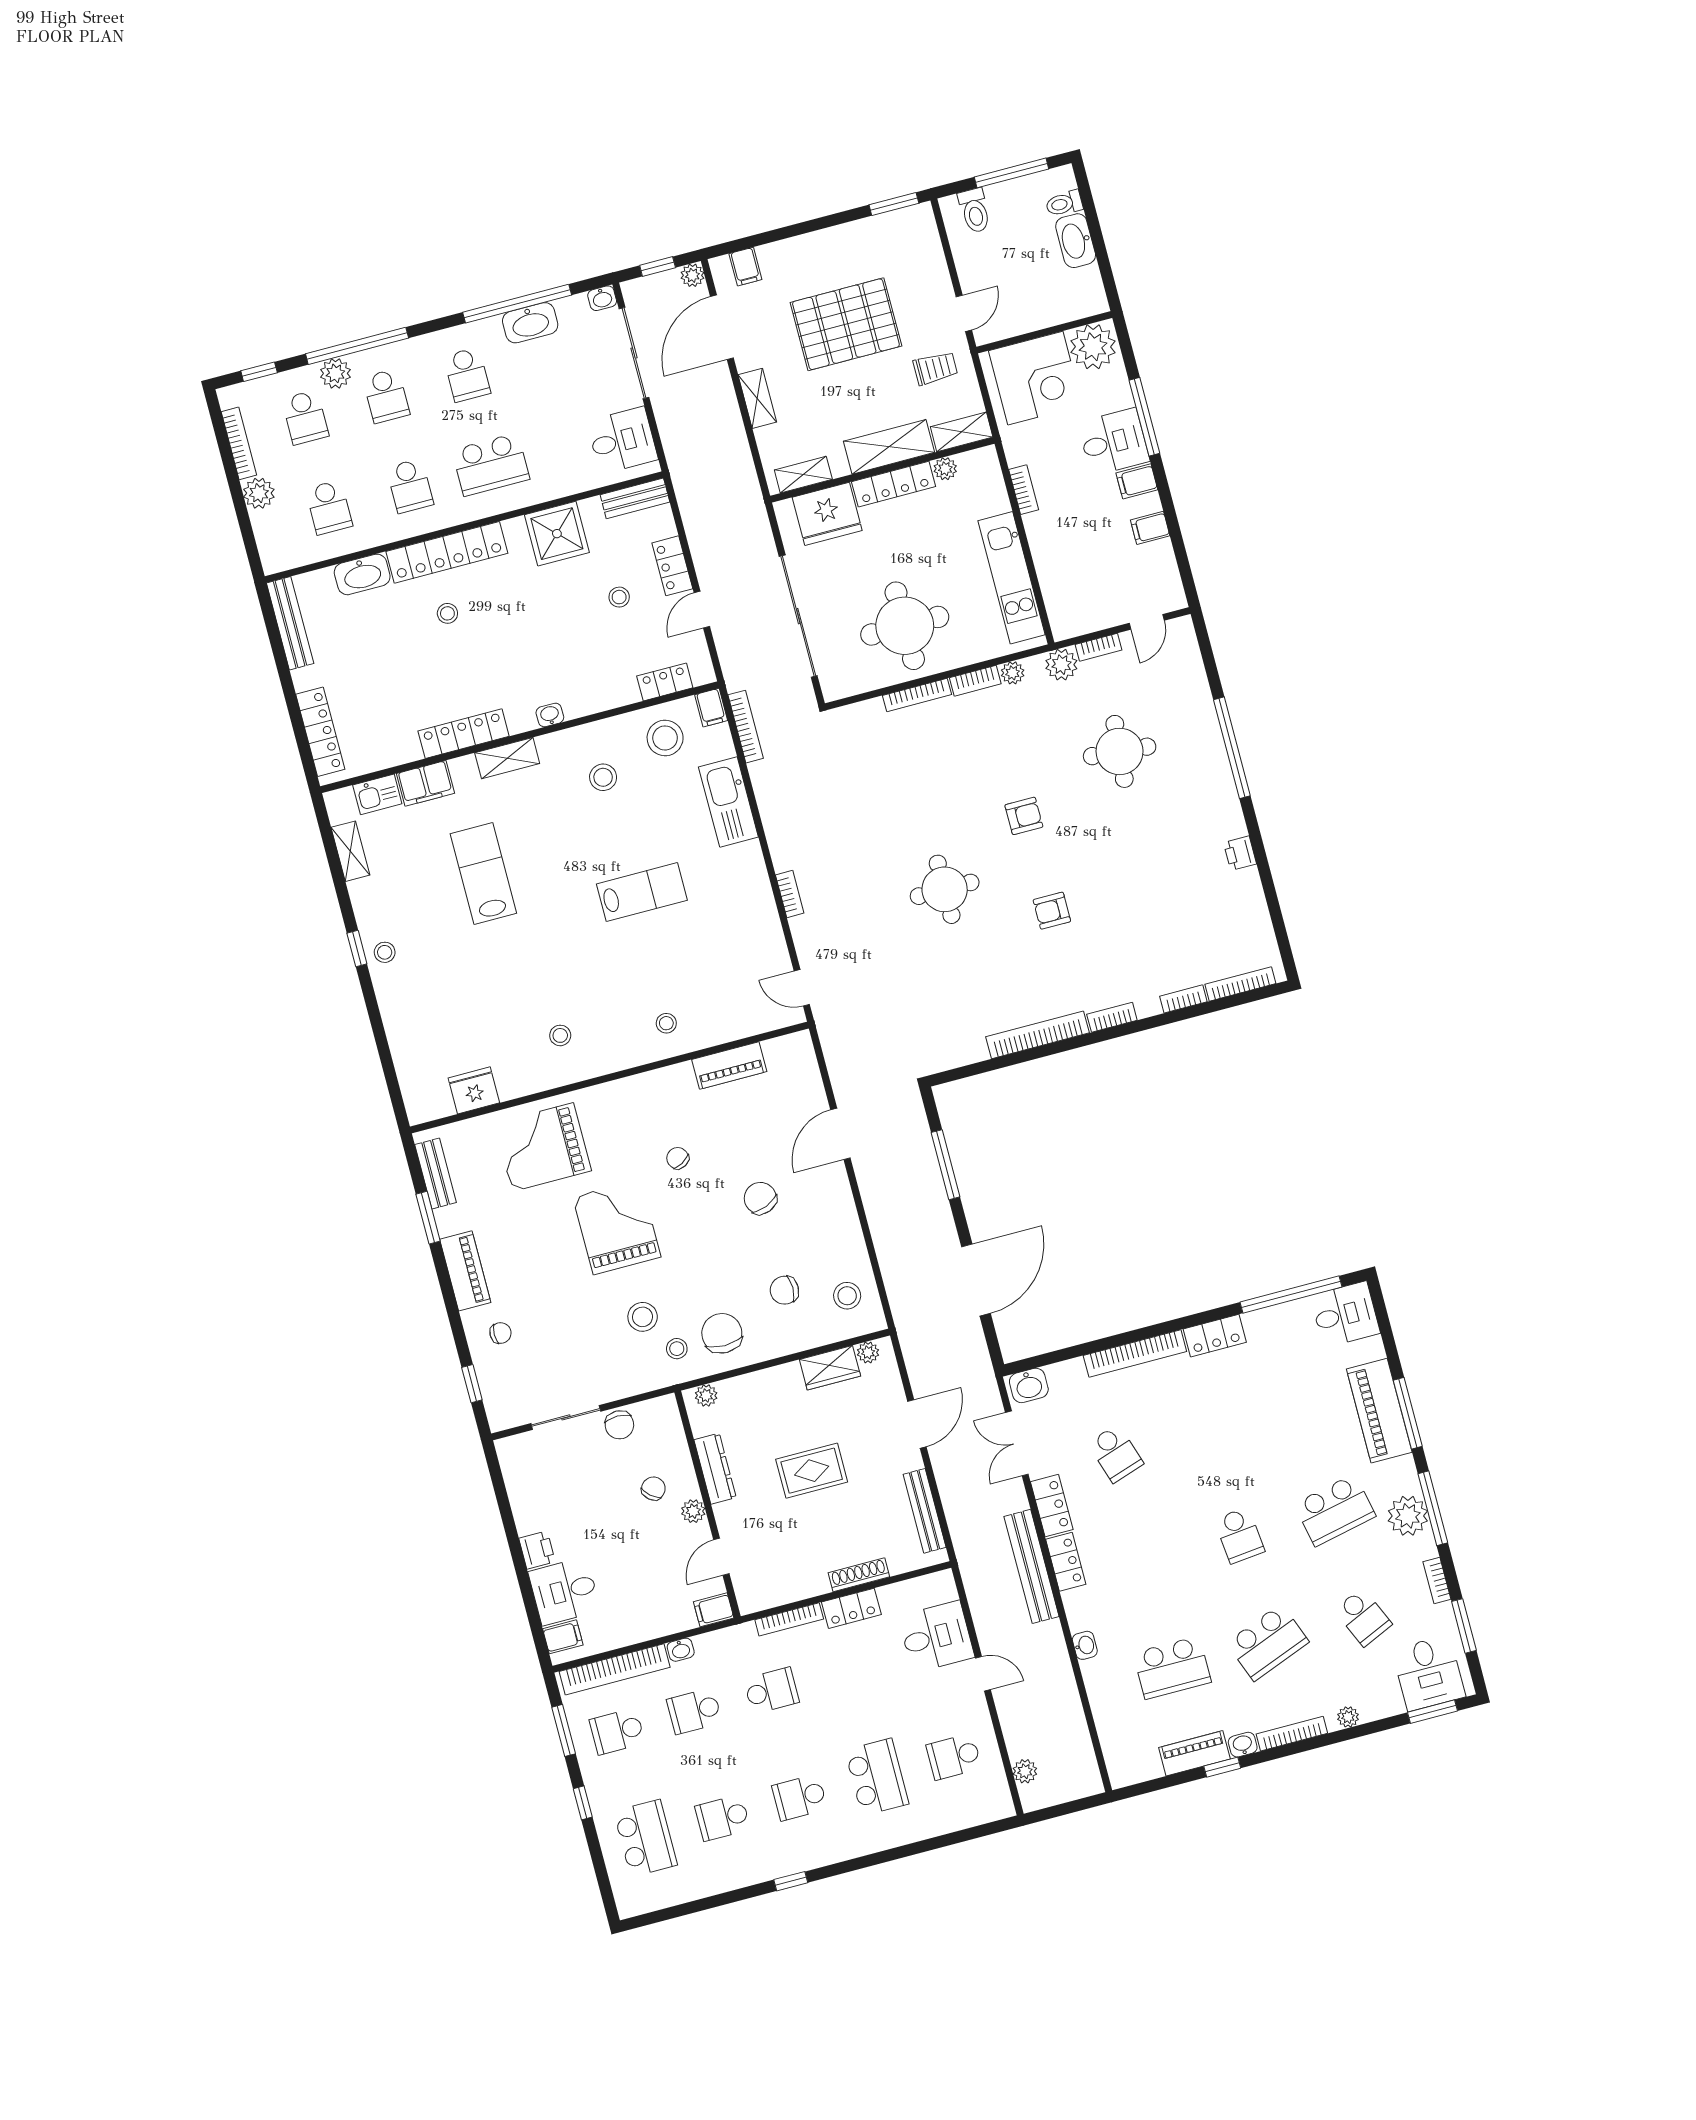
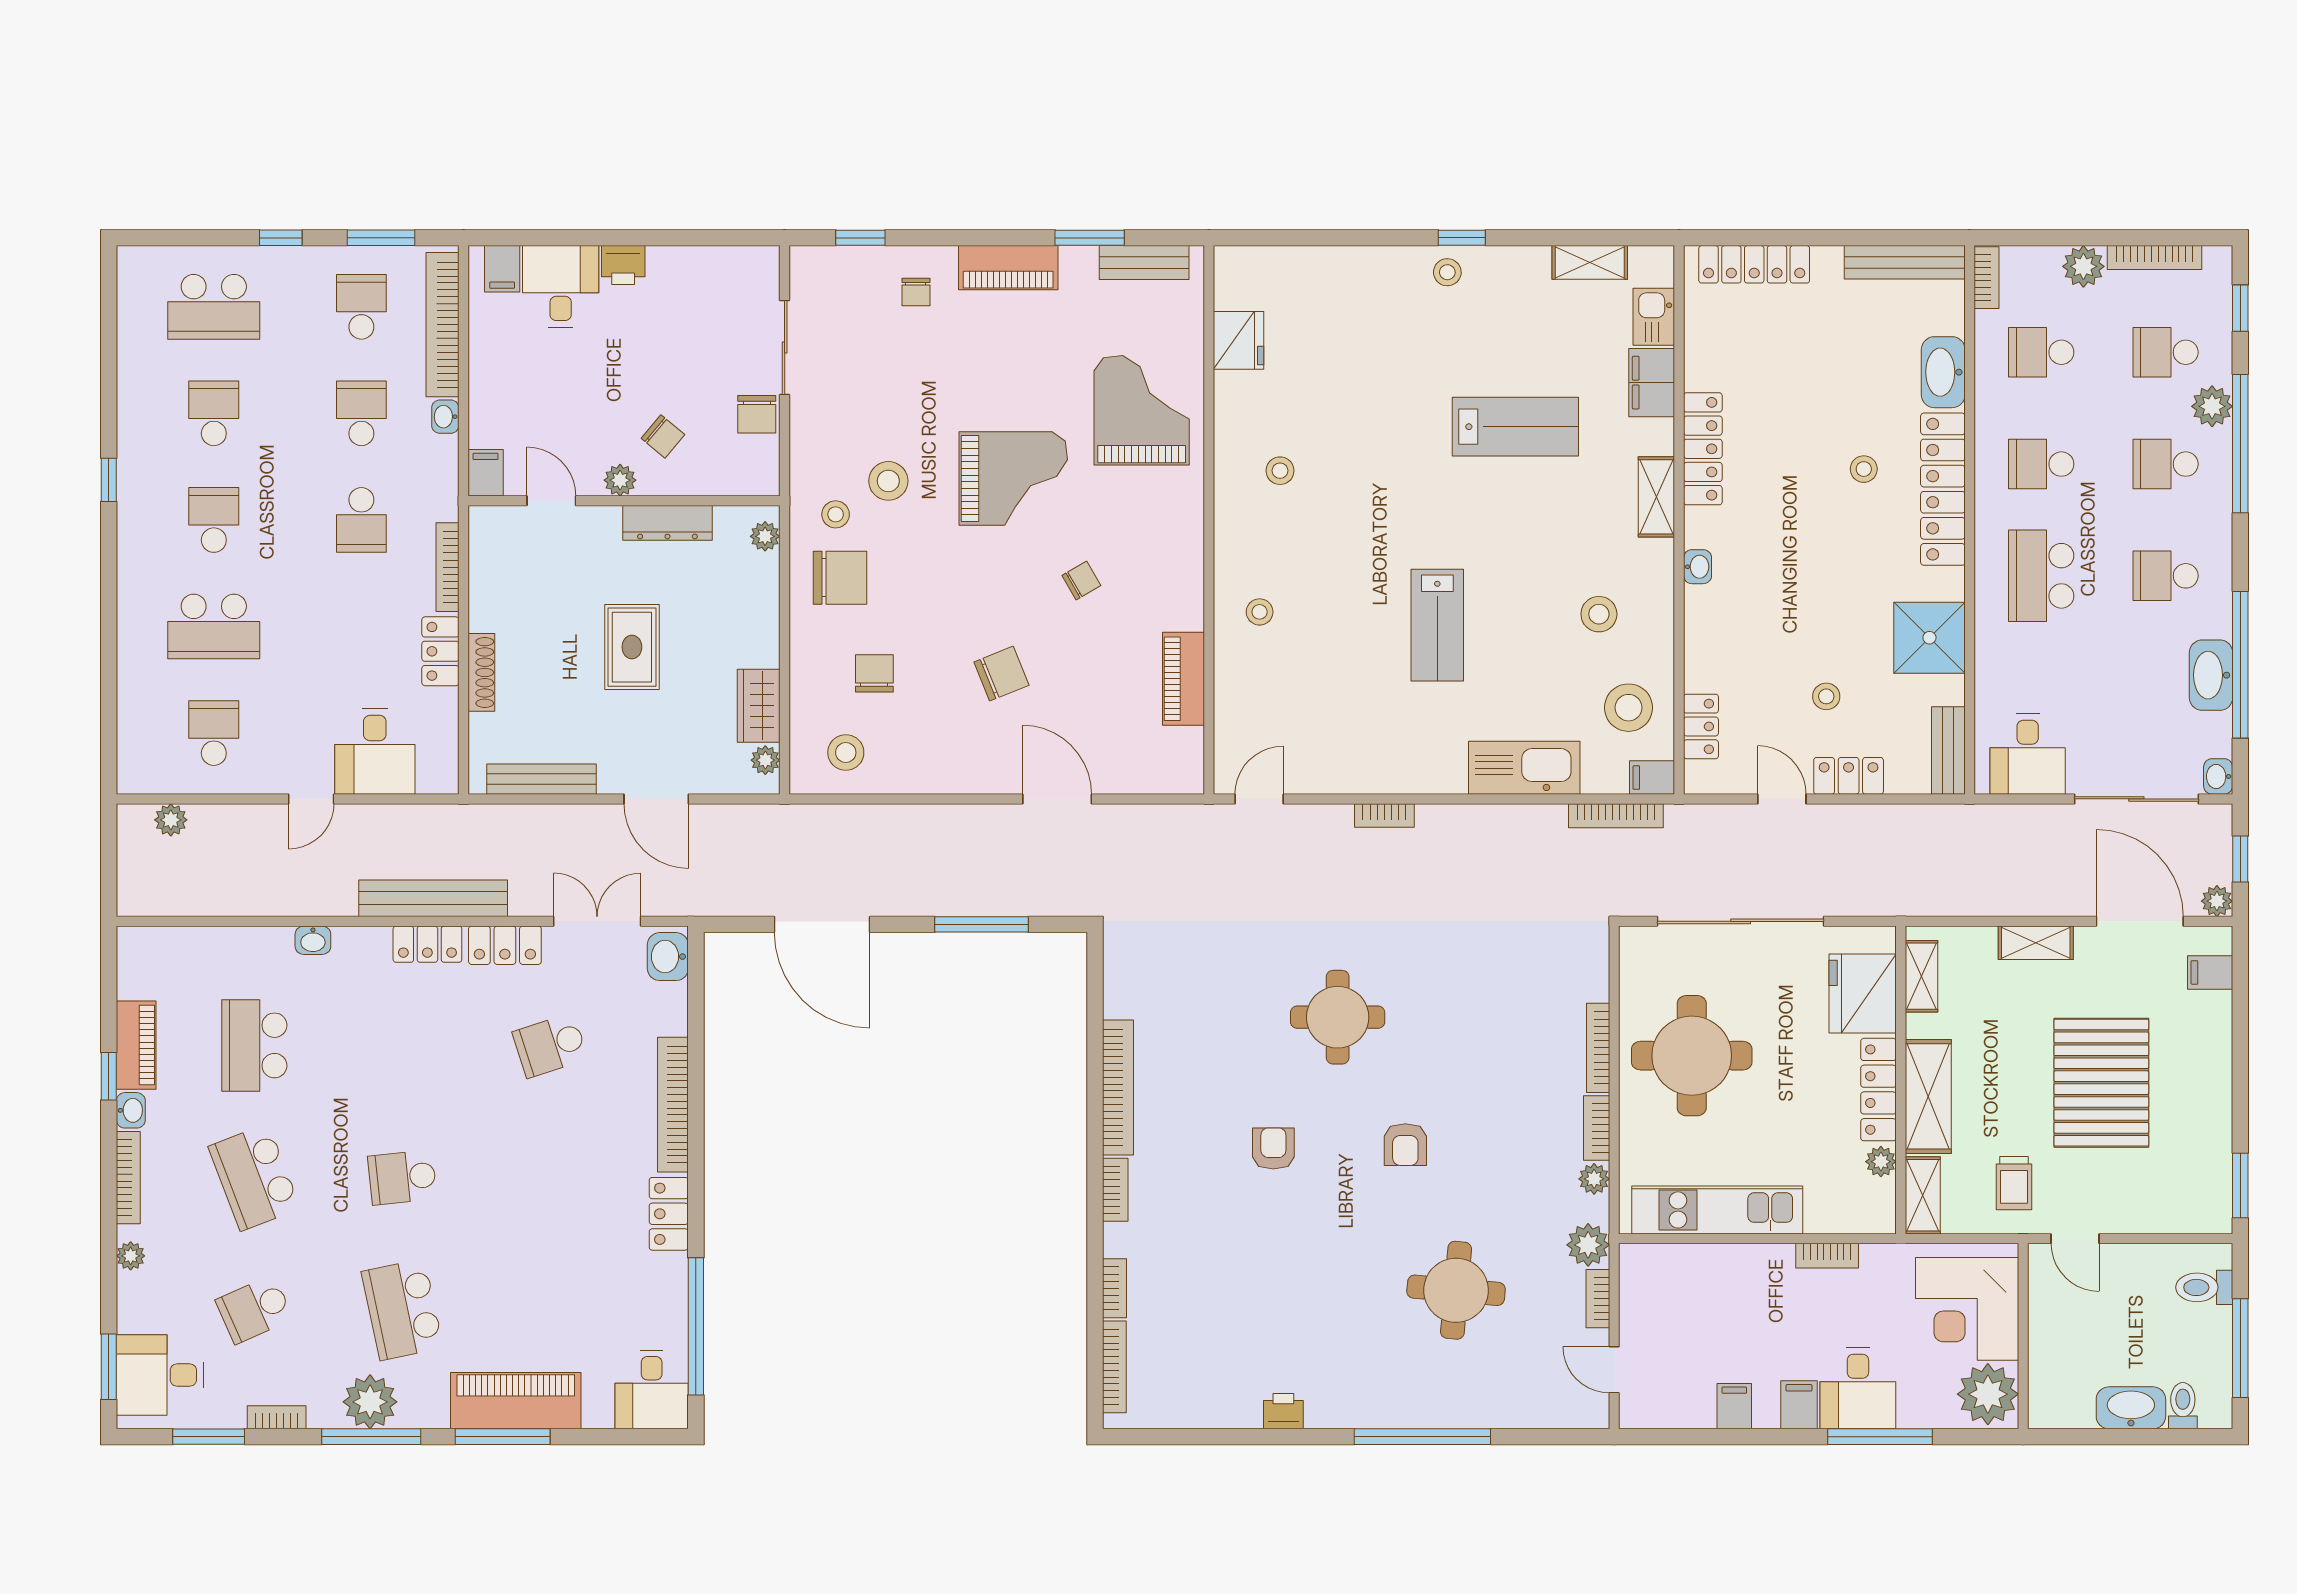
bookcase: (286, 561) -> (1987, 278), added
chair: (619, 1425) -> (757, 414), turned -90

